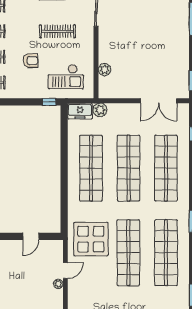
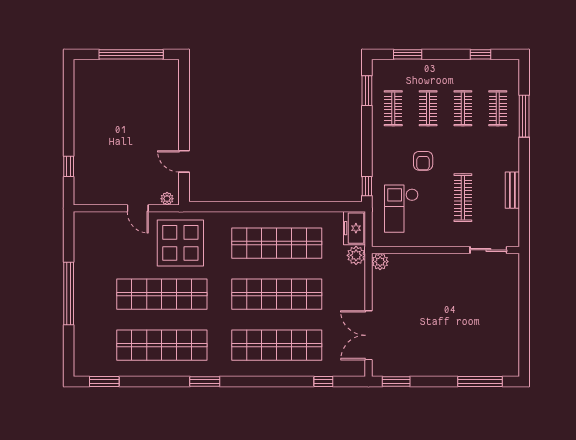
plant: (105, 70) -> (380, 262), moved
plant: (58, 284) -> (167, 199), moved

